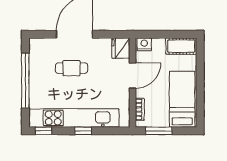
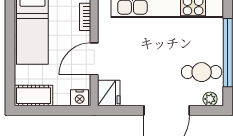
plant: (40, 43) -> (210, 99), added
cafe table: (71, 68) -> (202, 72), moved

